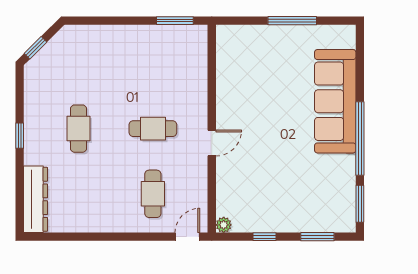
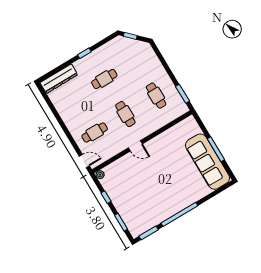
cafe table: (153, 63) -> (156, 96), added
sofa: (335, 101) -> (207, 162), moved, turned -90

